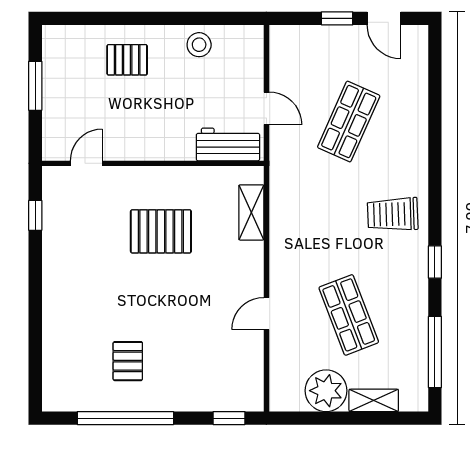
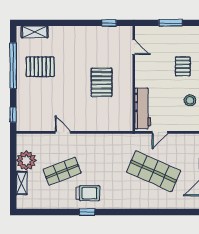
shop shelf: (349, 122) -> (154, 171), width x1.43, depth x1.36
workbench: (228, 144) -> (143, 108), width x1.38
shelving: (251, 212) -> (35, 32), moved
trolley: (393, 214) -> (88, 193), moved, turned 92
window: (435, 352) -> (44, 212), removed
pallet: (128, 361) -> (40, 67), width x1.50, depth x1.42

